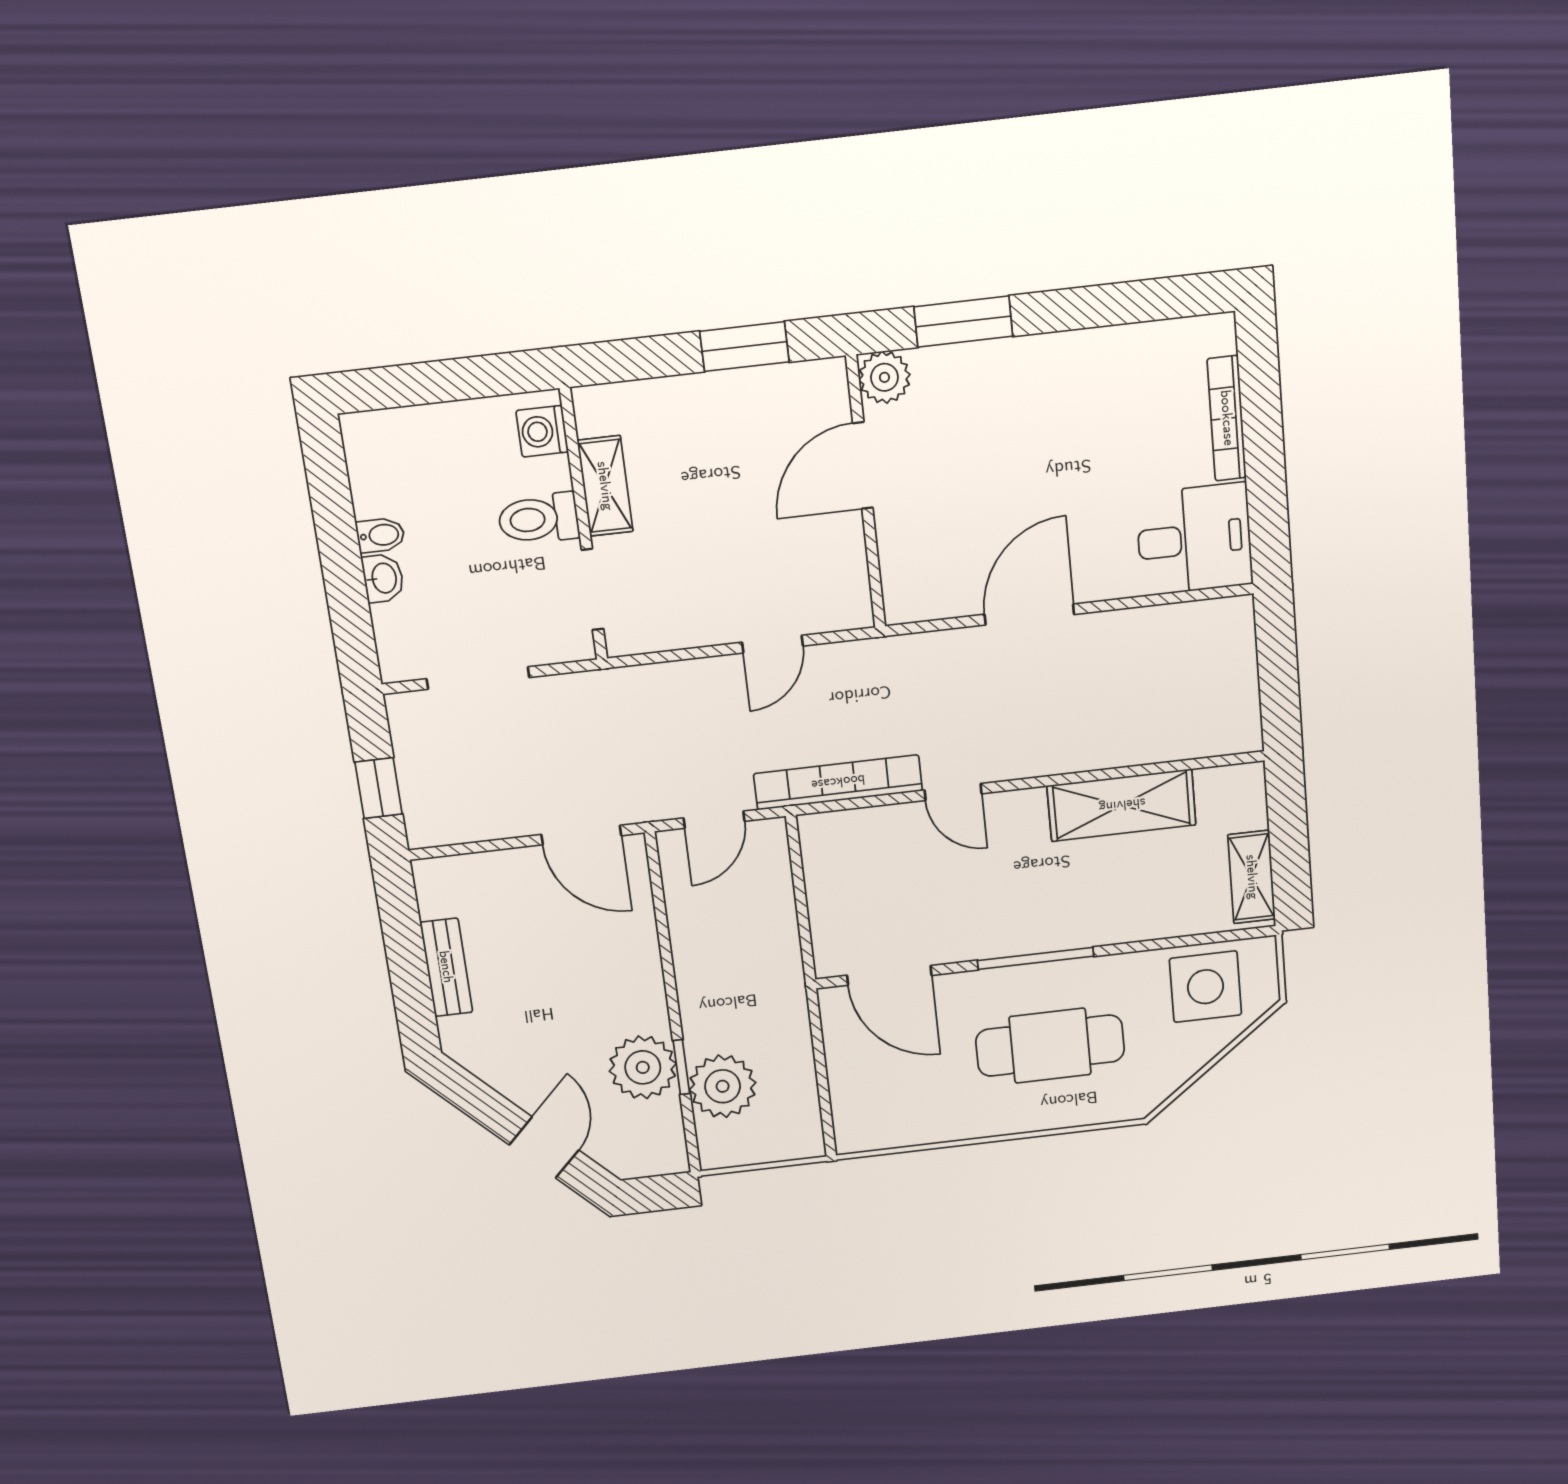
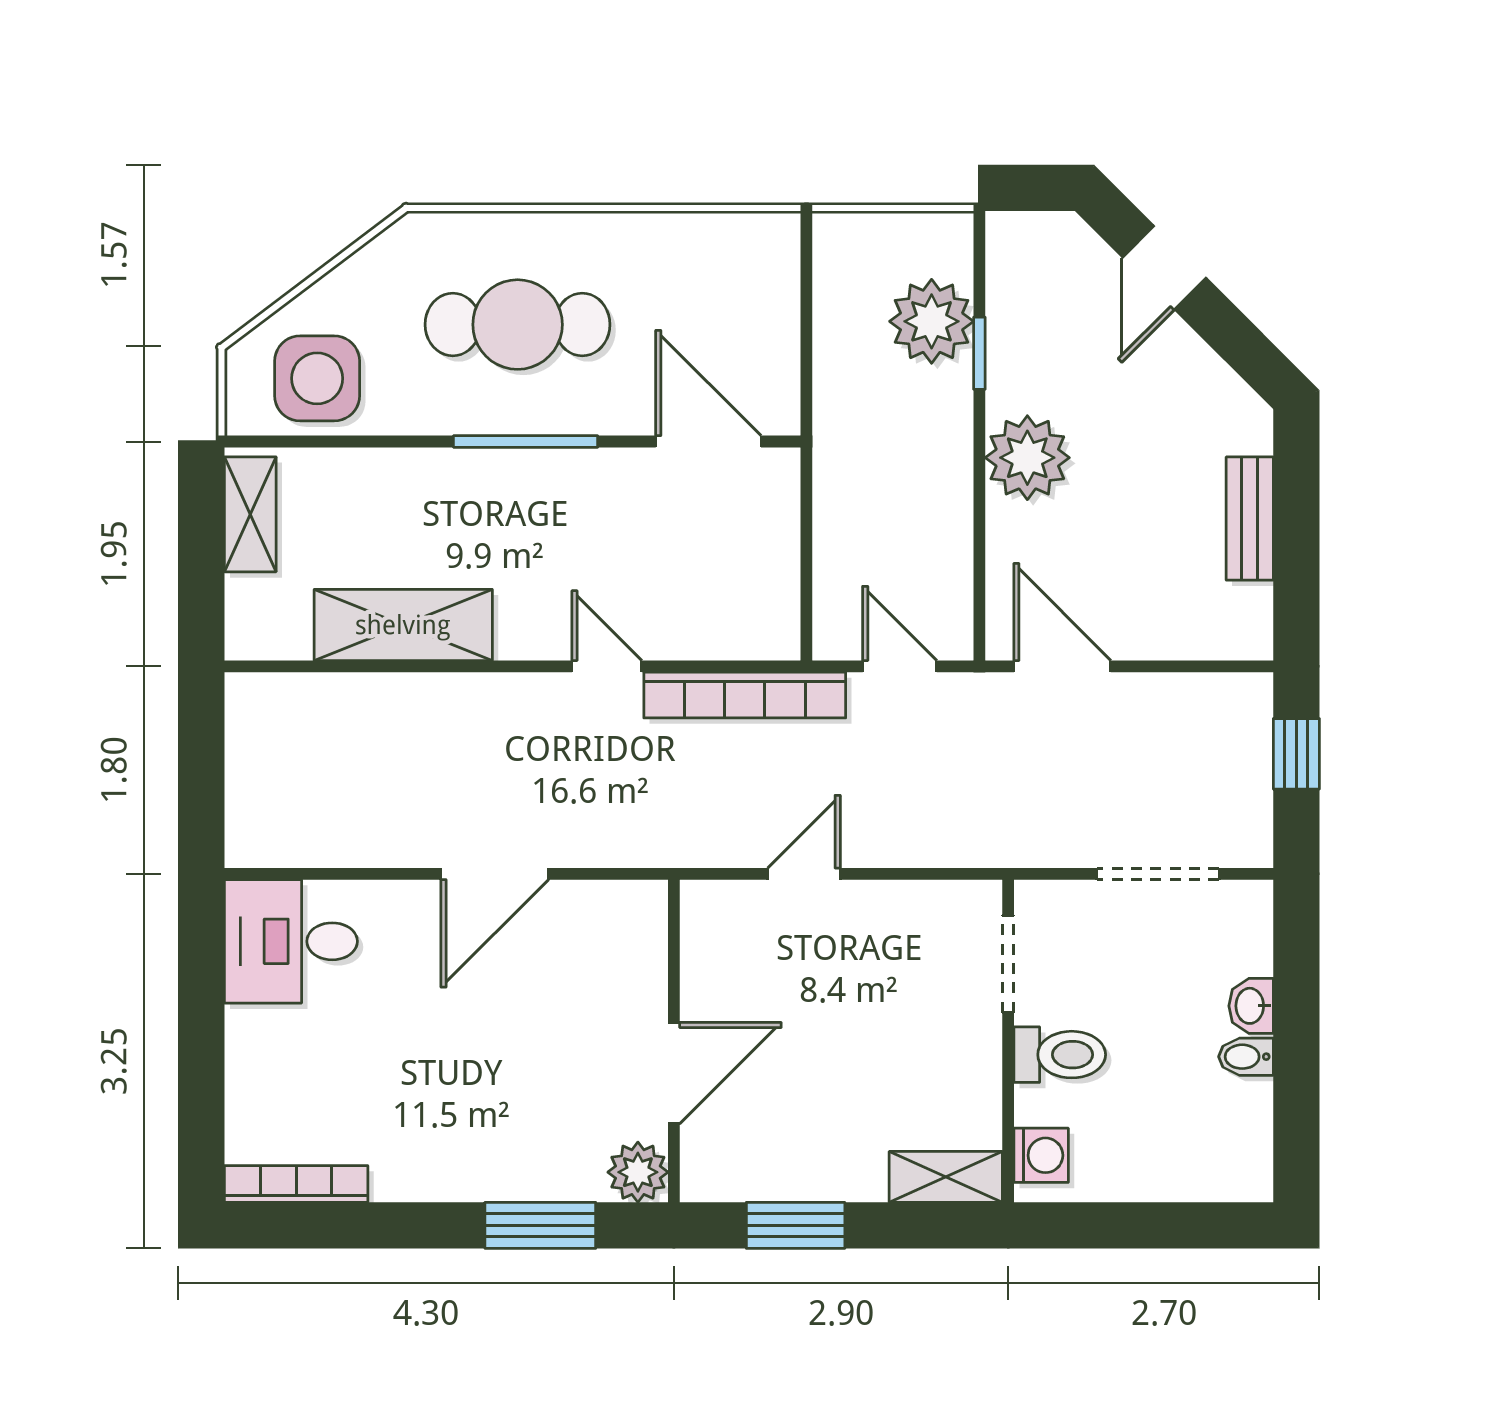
bookcase: (1227, 418) -> (296, 1184), moved, turned -90
shelving: (605, 486) -> (946, 1177), moved, turned 90
door: (714, 820) -> (900, 666), hinge flipped
plant: (643, 1067) -> (1027, 458), moved

